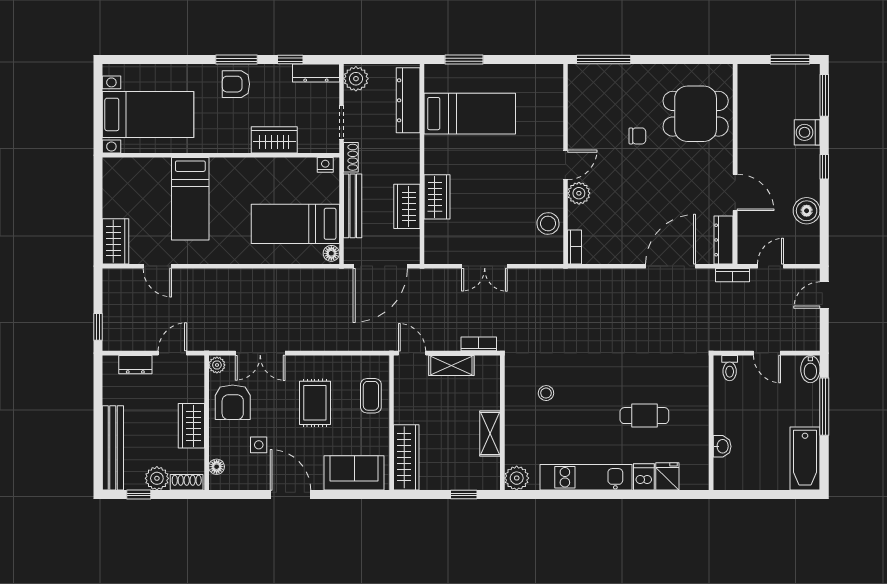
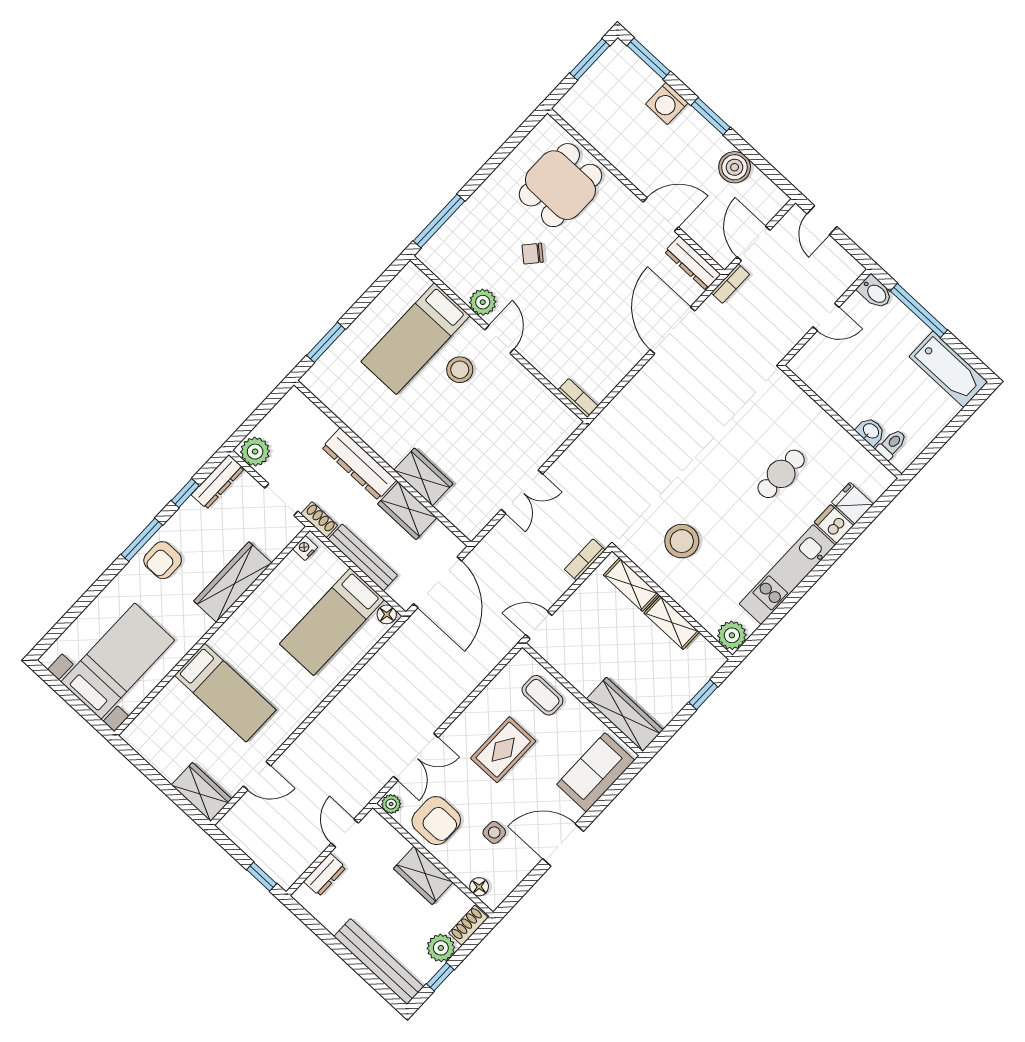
dresser: (408, 100) -> (359, 464), moved
bed: (470, 114) -> (415, 339), moved, turned 180
chair: (637, 136) -> (533, 254), turned -139
wardrobe: (274, 140) -> (233, 582), width x1.50
window: (824, 167) -> (711, 116), width x1.50
plant: (579, 193) -> (483, 302), moved
stool: (548, 223) -> (460, 370), moved
door: (771, 266) -> (753, 243), width x1.37
shelving: (451, 365) -> (631, 584), moved, turned 90
toilet: (730, 368) -> (892, 444), moved, turned -90
stool: (546, 393) -> (682, 541), width x1.89, depth x1.89
rug: (315, 403) -> (503, 750), turned 90

